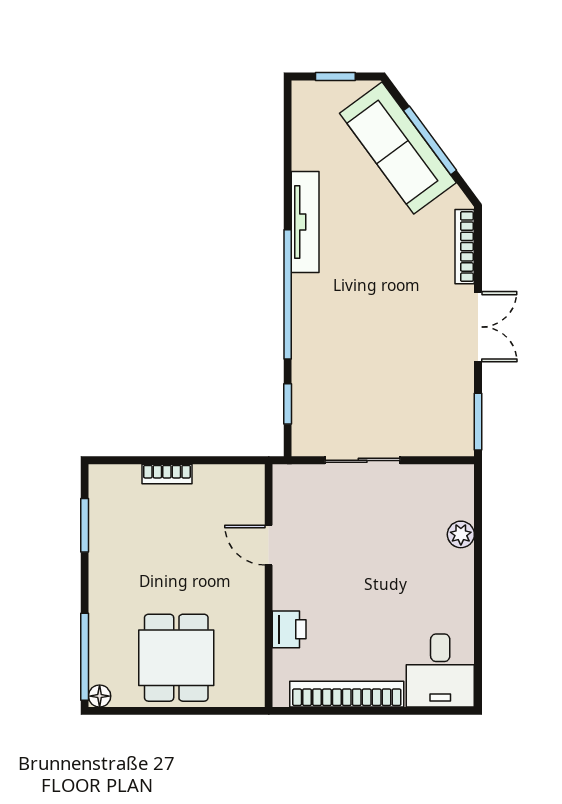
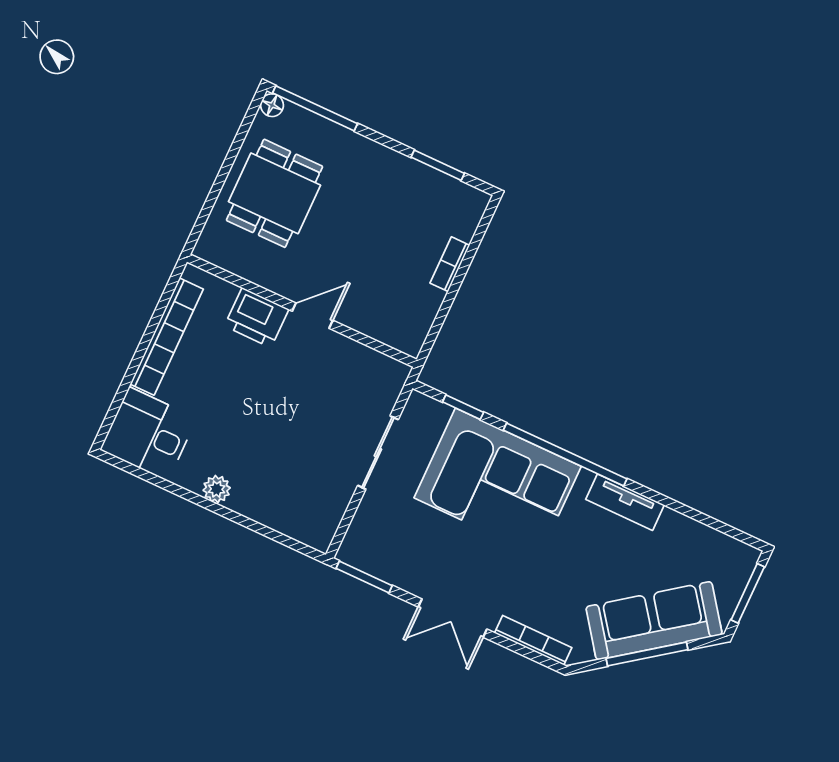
window: (335, 77) -> (748, 593), width x1.50
tv unit: (305, 222) -> (625, 502), width x0.71
corner sofa: (340, 343) -> (498, 482), added
plant: (461, 534) -> (217, 489), moved
door: (269, 545) -> (312, 316), moved
printer: (289, 629) -> (257, 318), width x1.36, depth x1.24
dining table: (176, 658) -> (275, 193), turned 90

